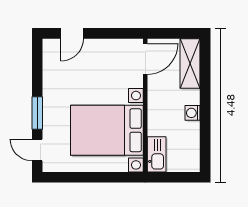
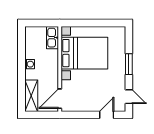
door: (37, 150) -> (129, 97), moved

